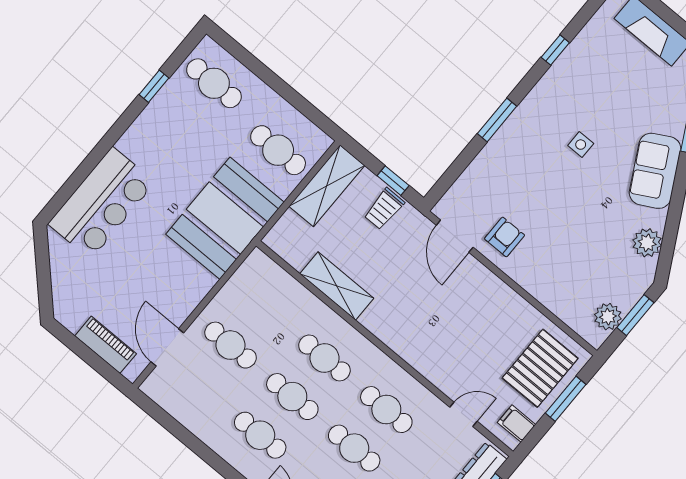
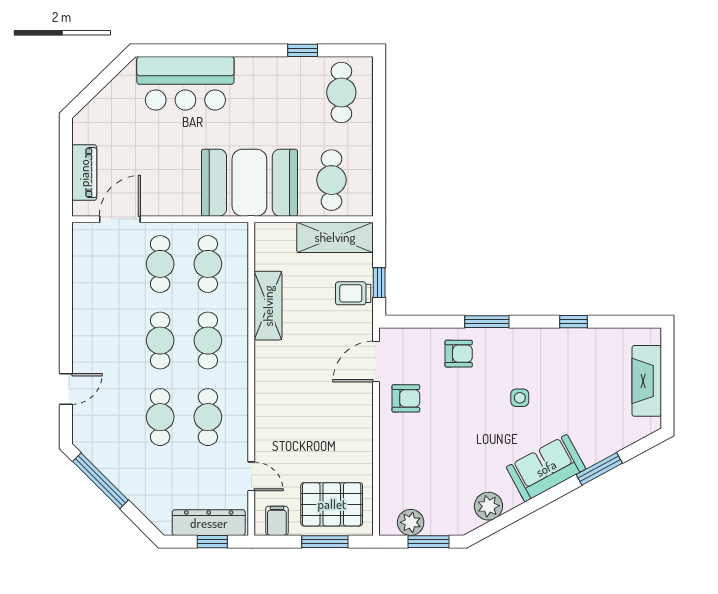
armchair: (504, 164) -> (459, 354), added
cafe table: (260, 435) -> (208, 264), moved

